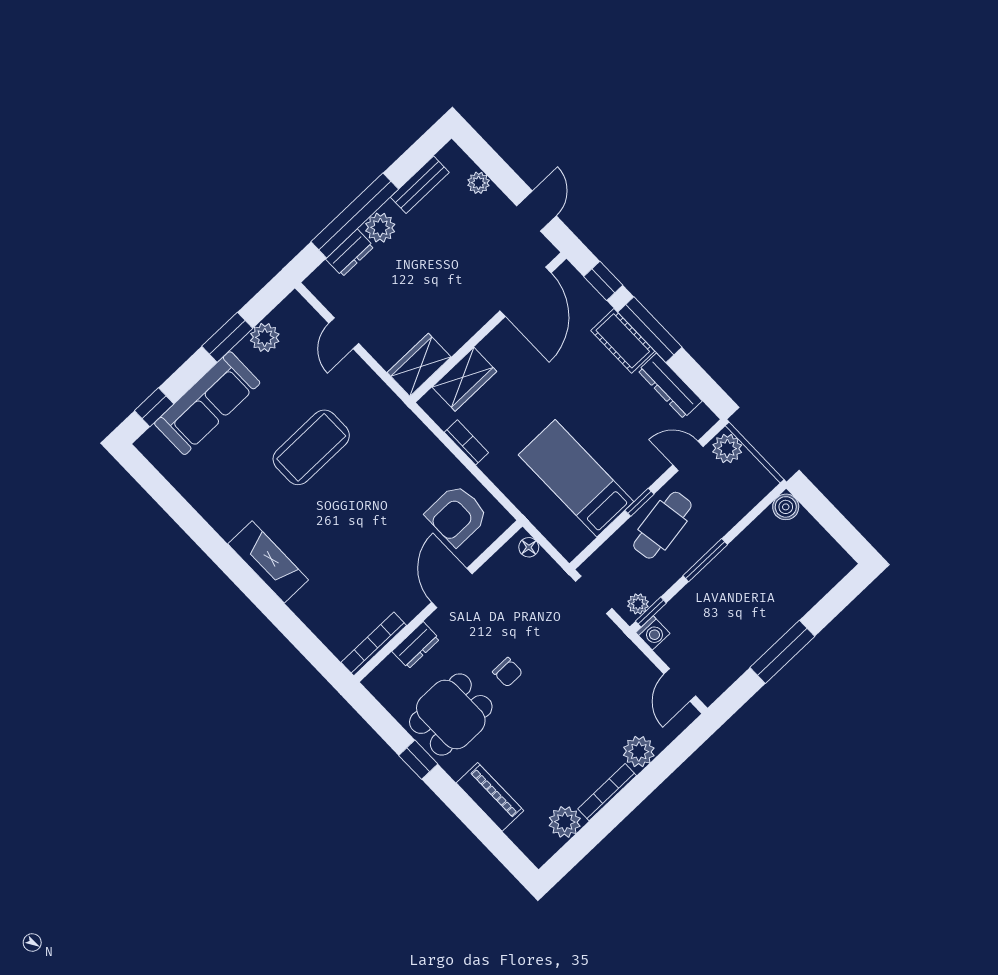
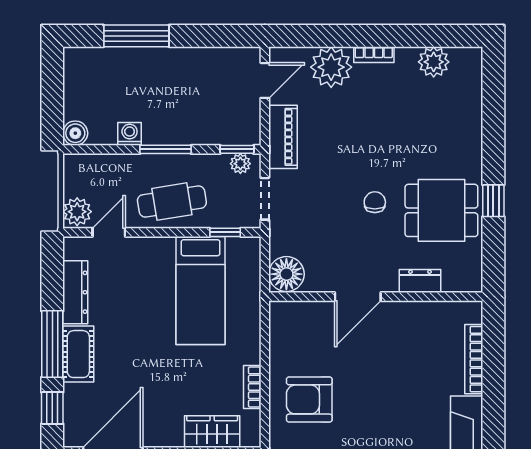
door: (688, 456) -> (109, 232), swing flipped
window: (639, 502) -> (225, 232), moved
armchair: (457, 515) -> (309, 399), moved, turned 180
floor lamp: (529, 547) -> (286, 274), width x1.89, depth x1.89
washing machine: (653, 633) -> (130, 134), moved
bookcase: (374, 644) -> (474, 359), moved, turned 90
window: (782, 652) -> (136, 36), moved
plant: (639, 752) -> (331, 67), width x1.36, depth x1.36
bookcase: (607, 792) -> (374, 55), width x0.64
piano: (490, 797) -> (283, 137), moved, turned 180

